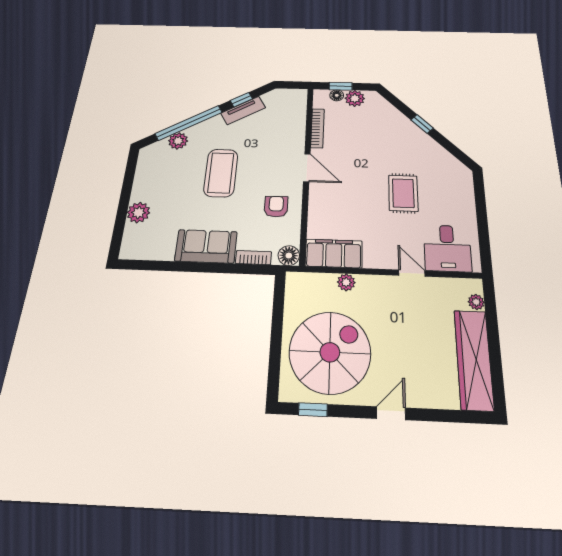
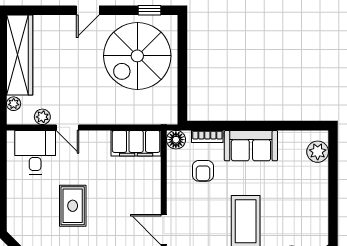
armchair: (276, 206) -> (203, 171), moved
plant: (139, 213) -> (318, 152), moved
plant: (346, 282) -> (42, 117), moved

